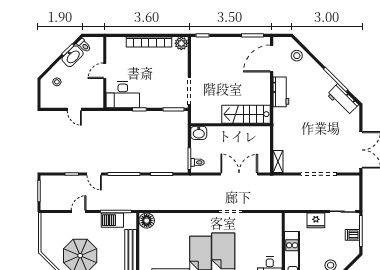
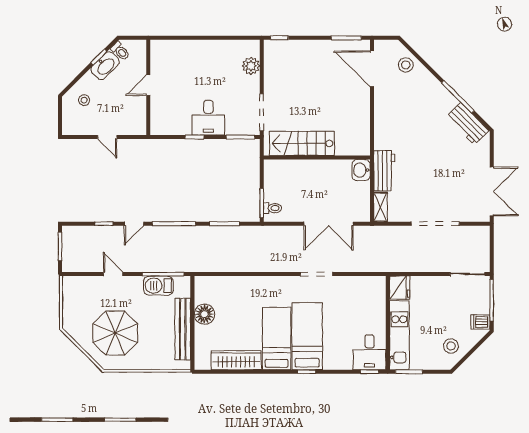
bookcase: (149, 42) -> (207, 47), removed
plant: (181, 43) -> (251, 66), moved
door: (272, 58) -> (372, 69), hinge flipped
workbench: (281, 92) -> (384, 171), moved
desk: (123, 95) -> (208, 118), moved, width x0.73
stairs: (246, 114) -> (302, 143), moved
washbasin: (199, 133) -> (361, 170), moved, turned 90
door: (94, 174) -> (134, 224), hinge flipped
double door: (239, 174) -> (328, 224), swing flipped
door: (79, 212) -> (113, 274), hinge flipped
fridge: (316, 220) -> (400, 288), moved, turned -90
floor lamp: (147, 221) -> (204, 314), moved
dishwasher: (352, 235) -> (480, 322), moved

